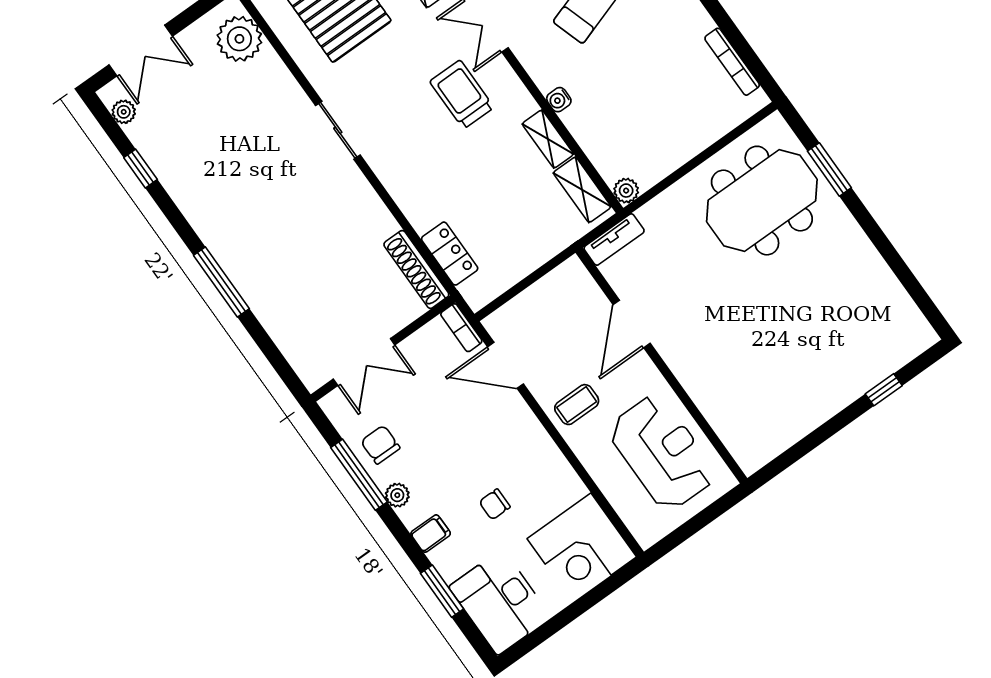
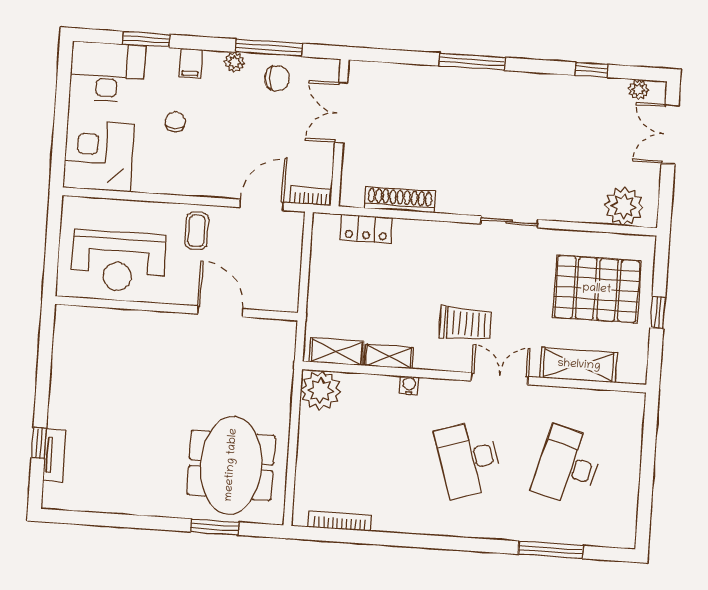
plant: (626, 191) -> (321, 390), width x1.88, depth x1.88
tv unit: (614, 240) -> (54, 455), moved, turned 180
shoe rack: (416, 269) -> (400, 200), moved

